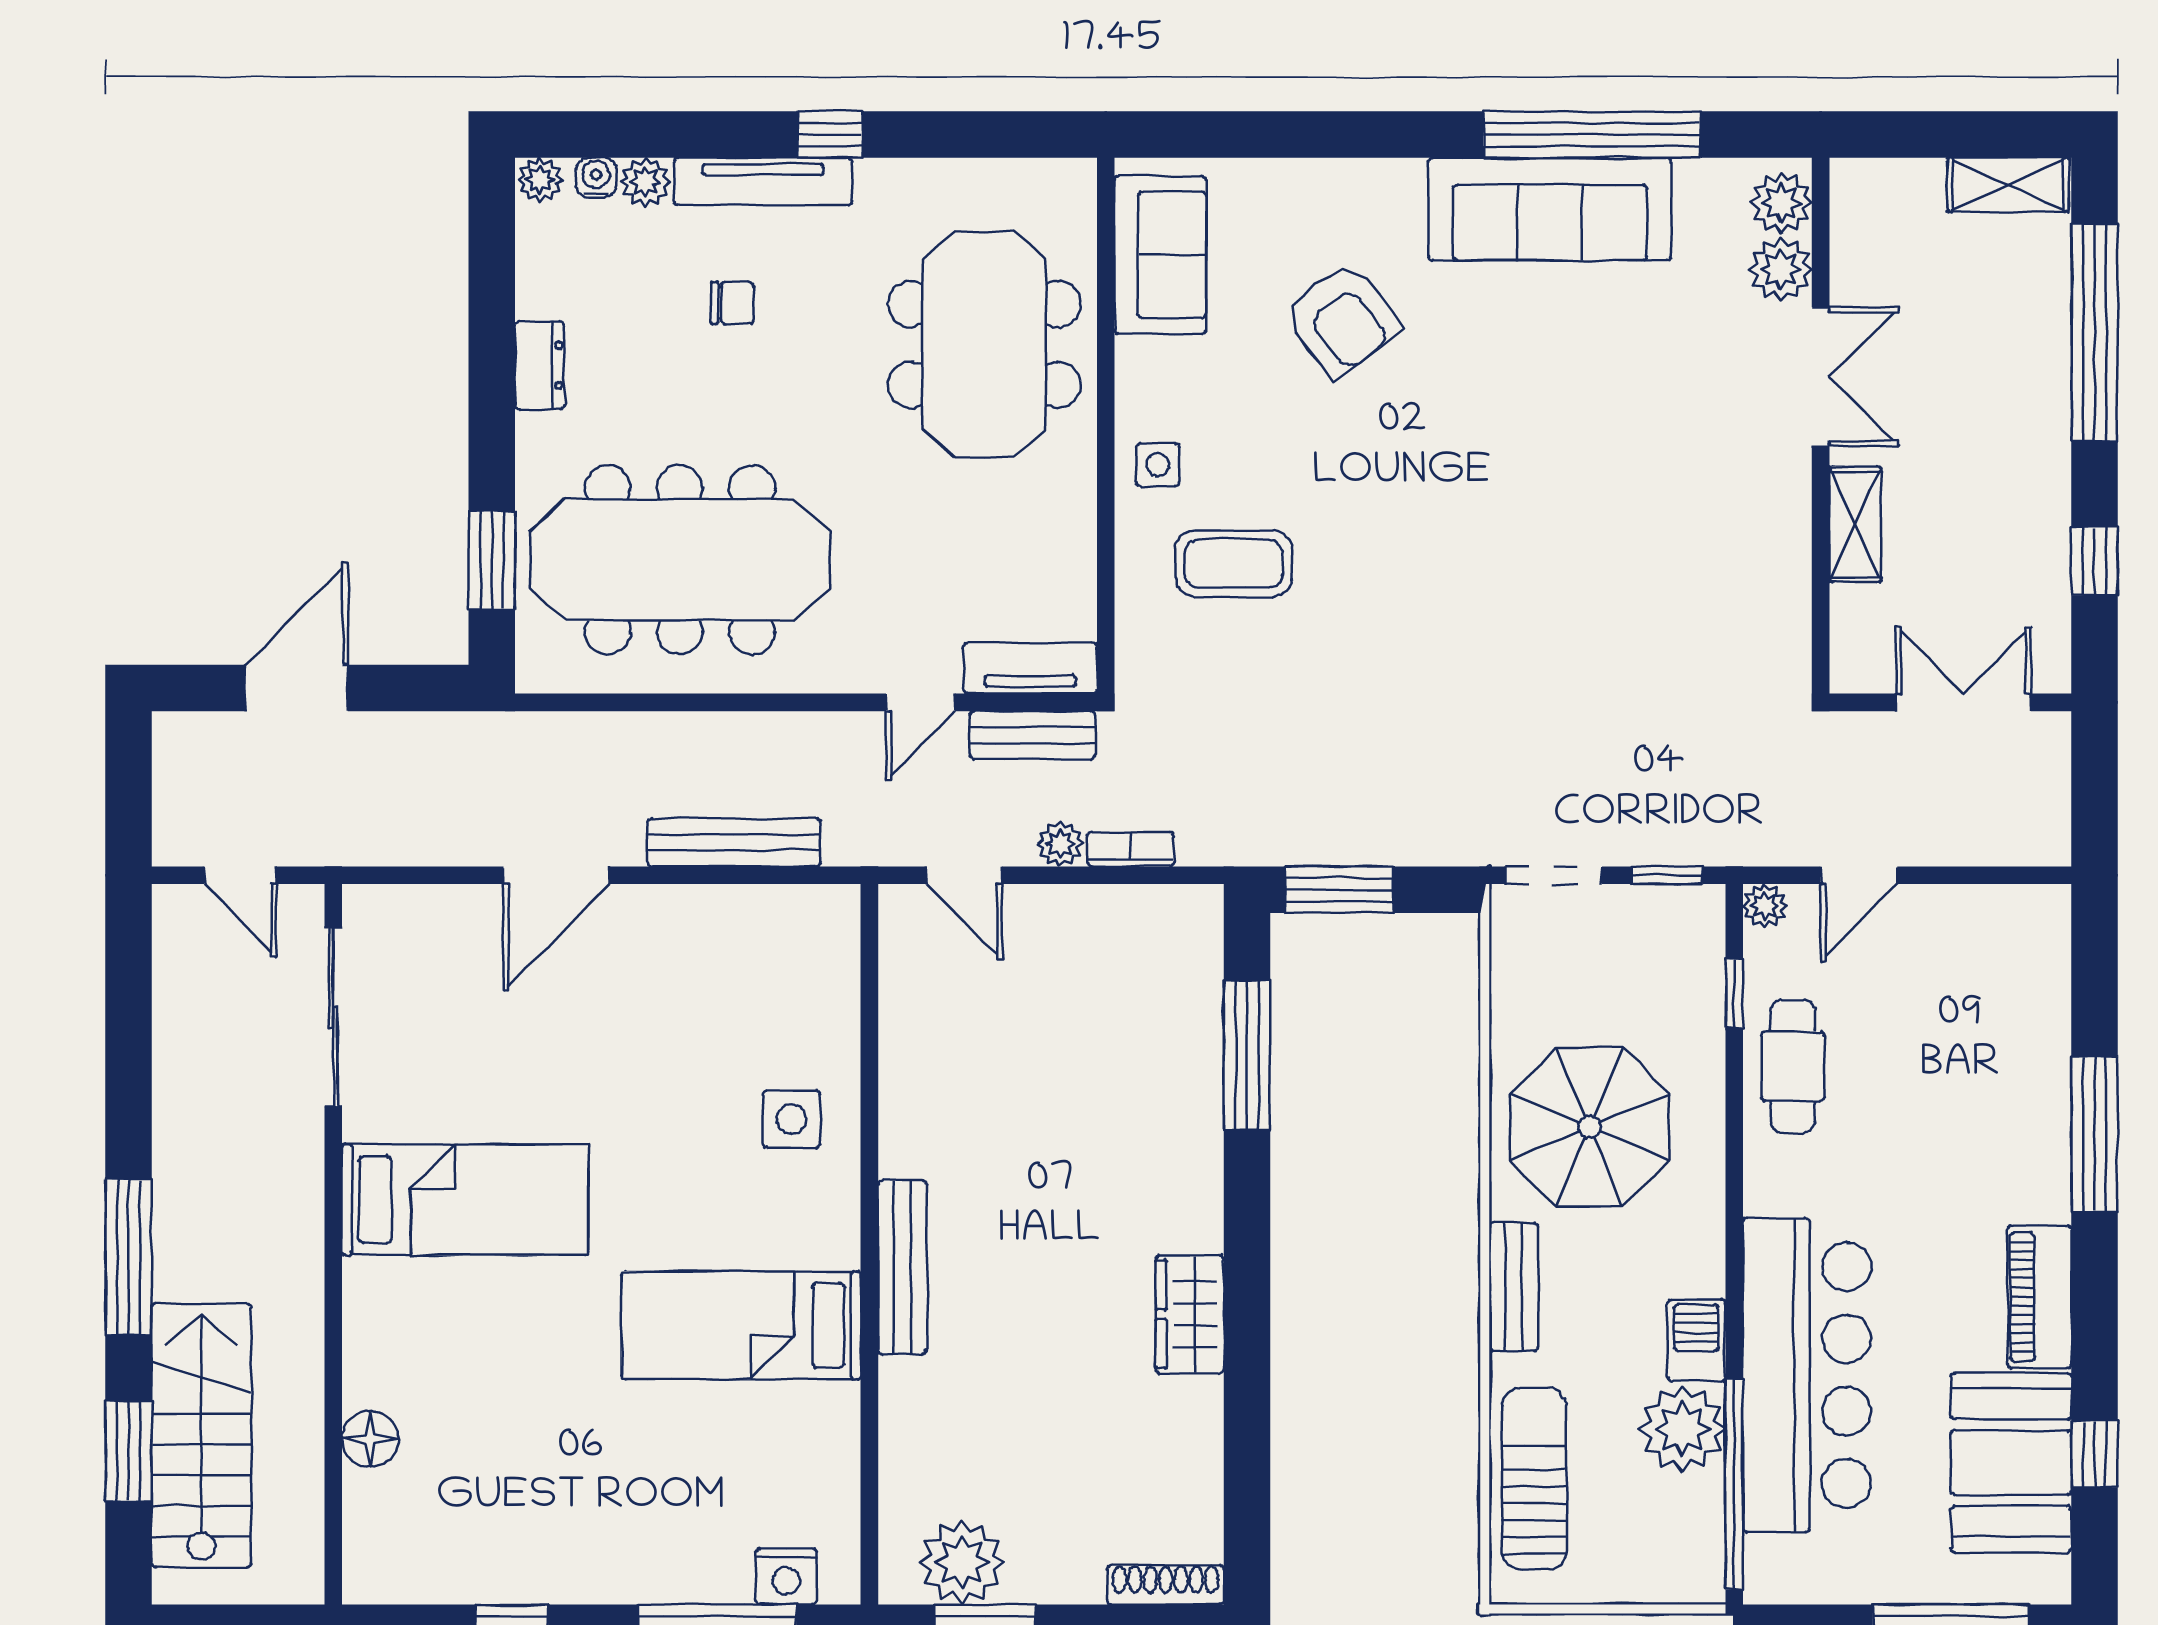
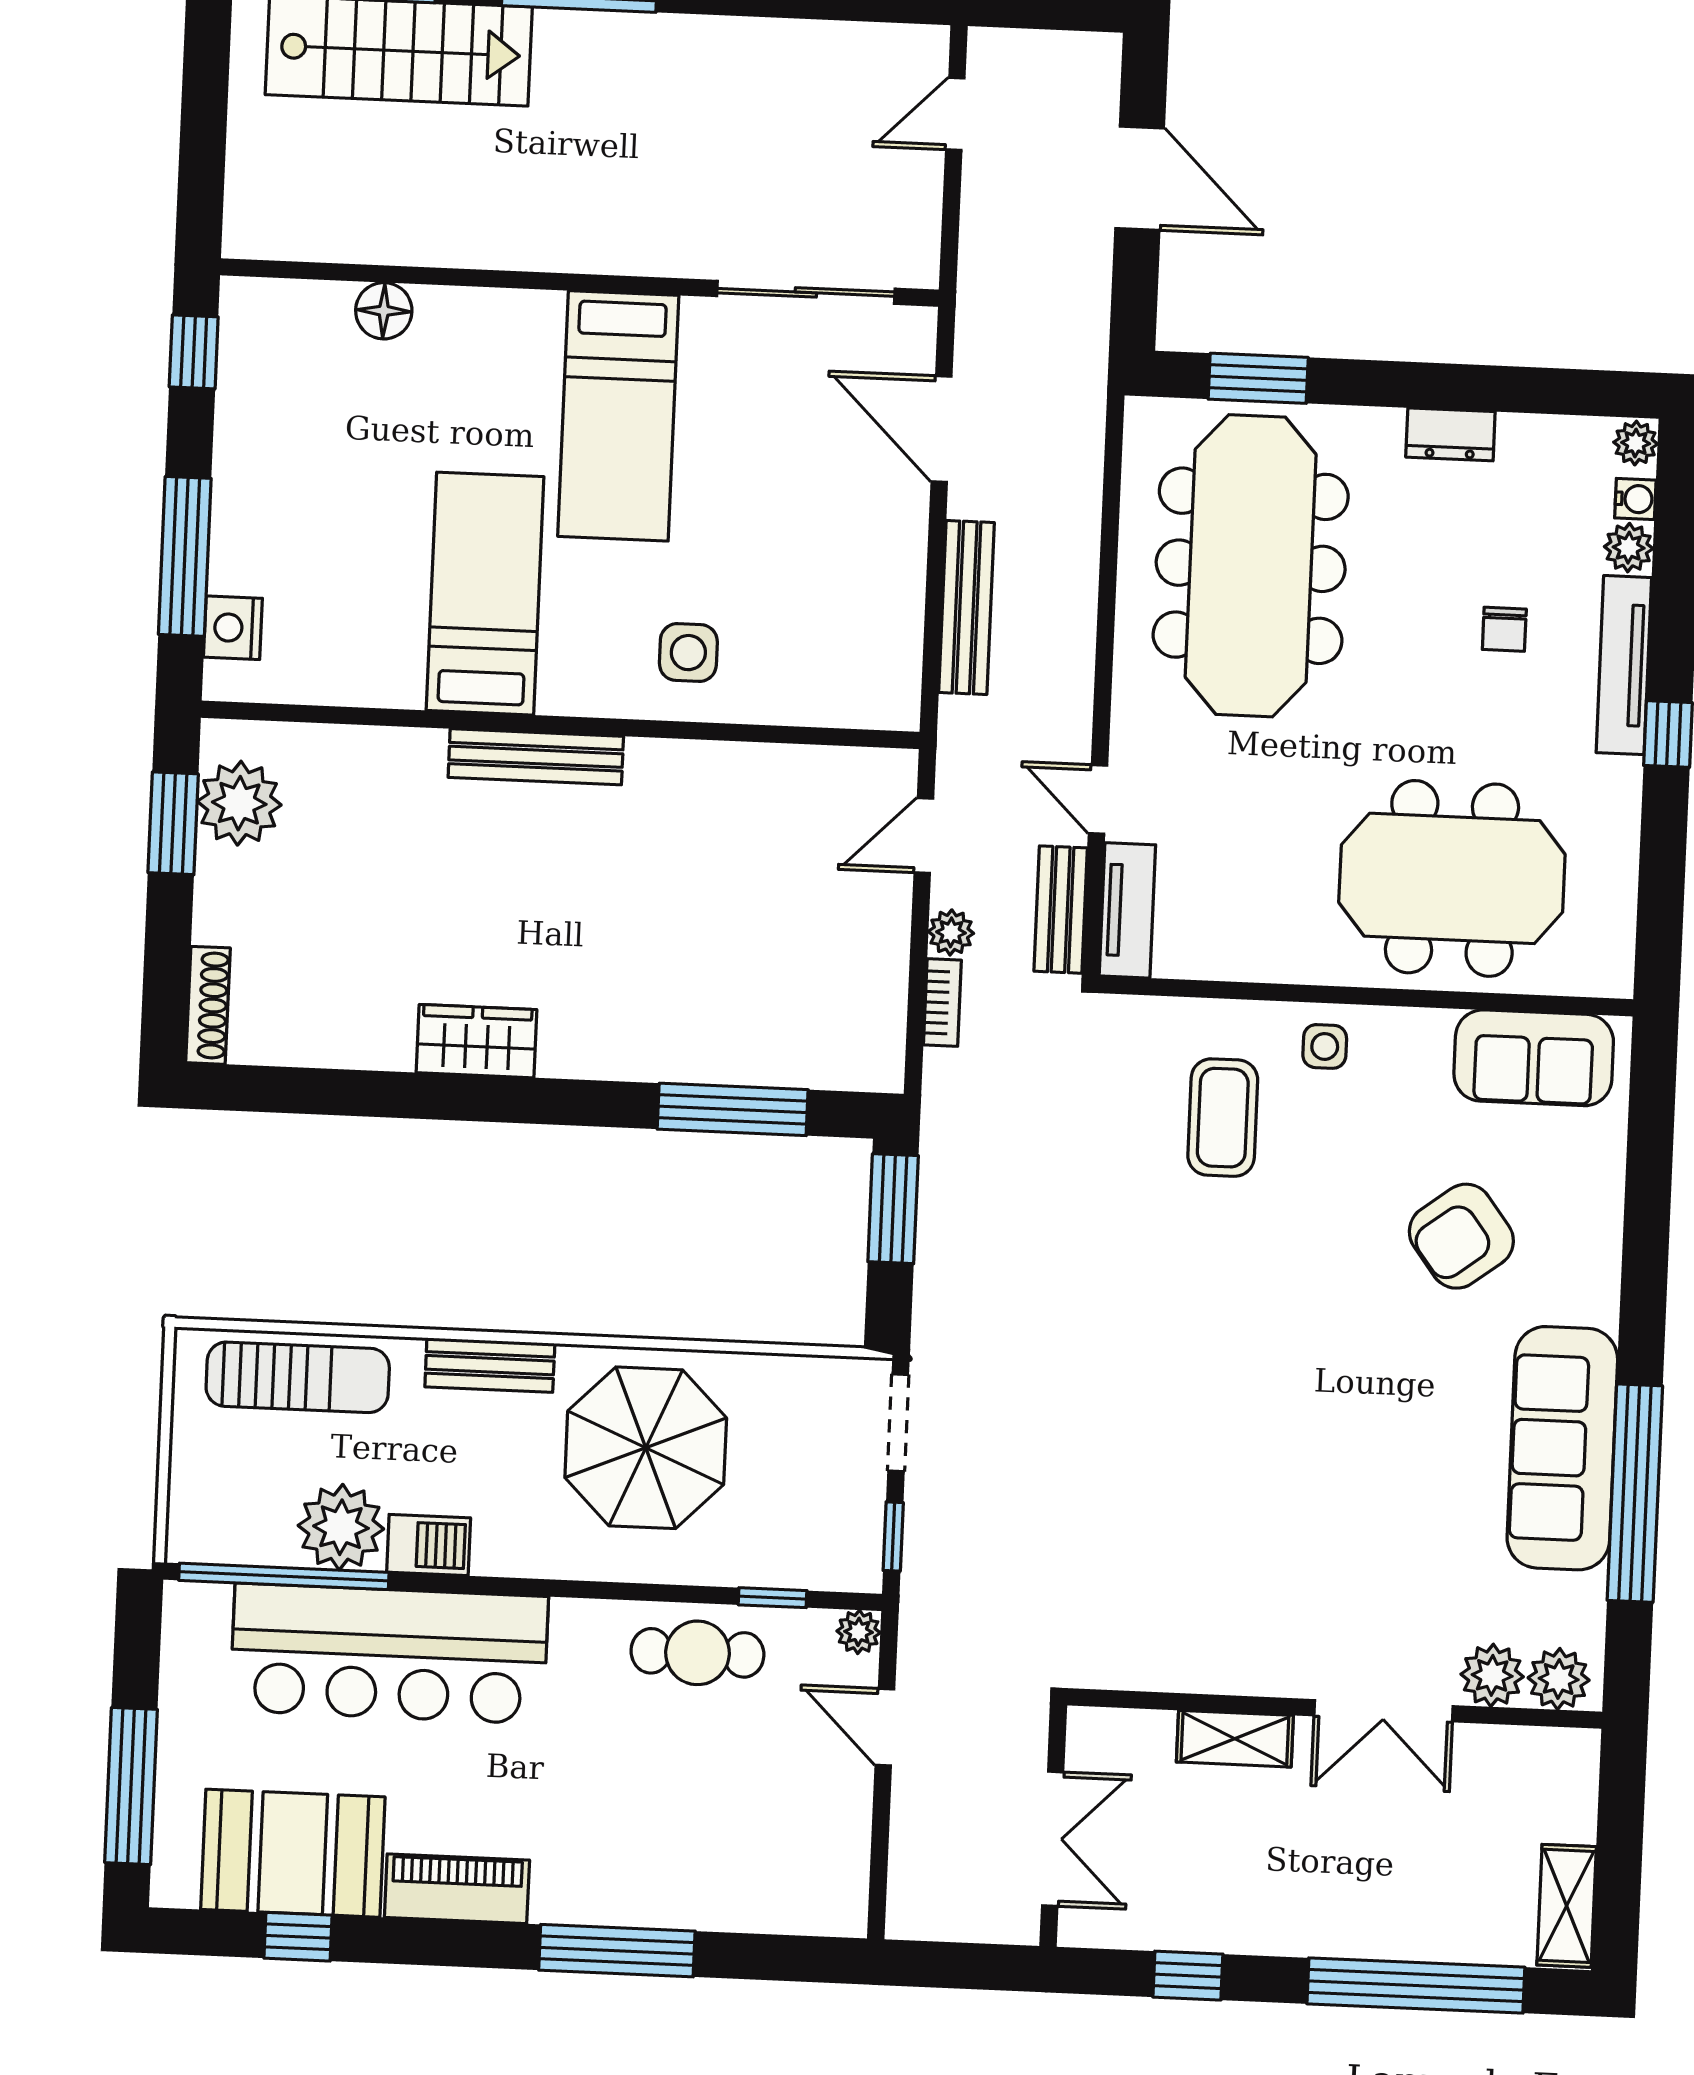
sliding door: (333, 1017) -> (806, 292), moved
bed: (465, 1200) -> (618, 416), moved
wall: (333, 1244) -> (580, 282), moved
floor lamp: (370, 1439) -> (384, 311), moved

